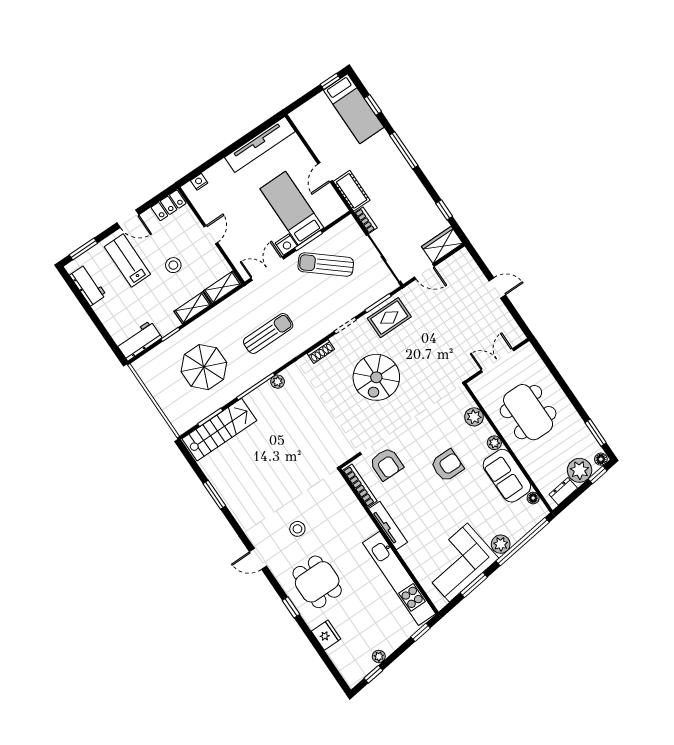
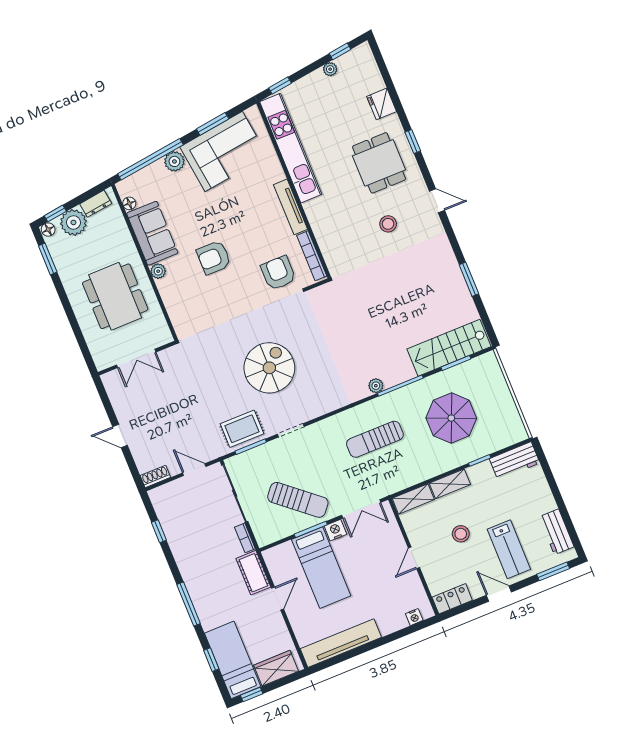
wardrobe: (442, 245) -> (276, 668), moved, turned 180
shoe rack: (321, 351) -> (155, 476), moved
plant: (474, 417) -> (174, 303), removed

